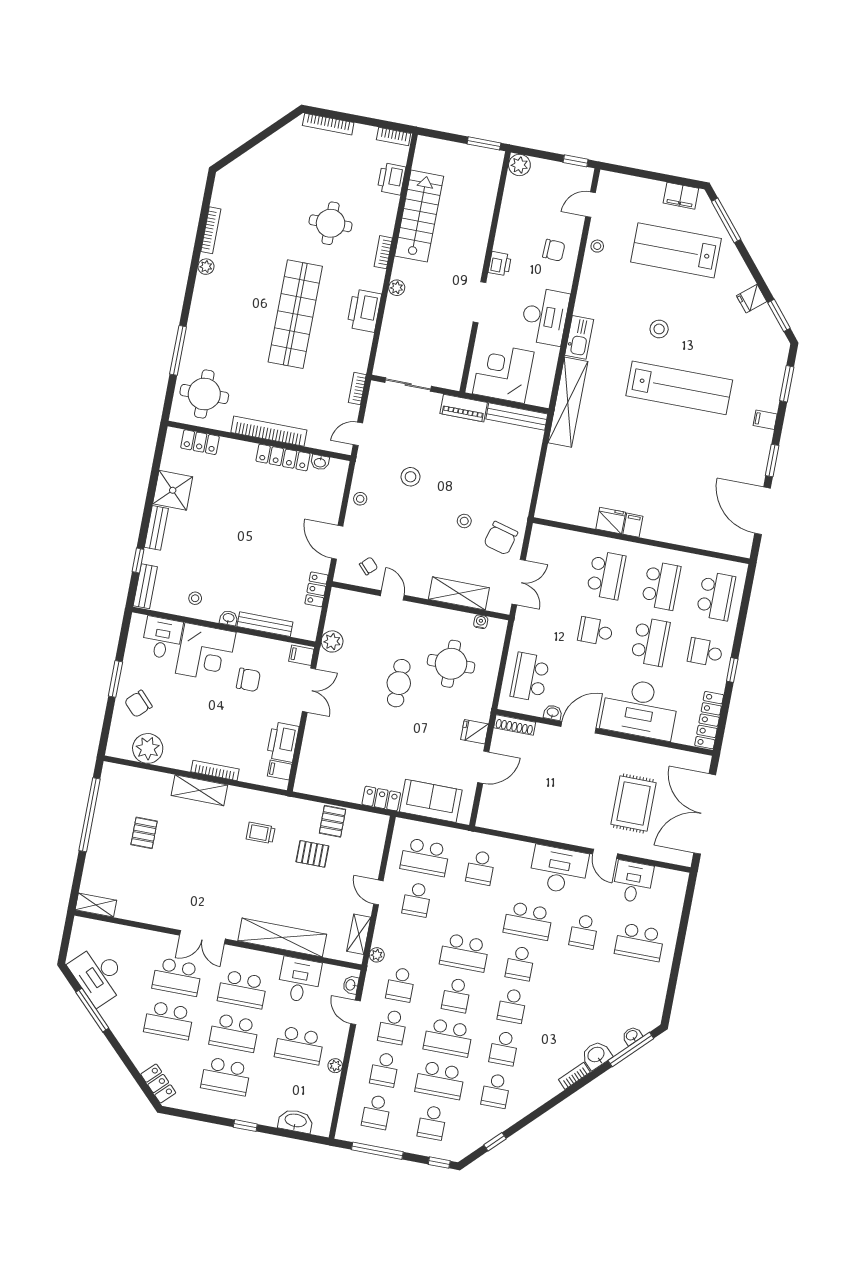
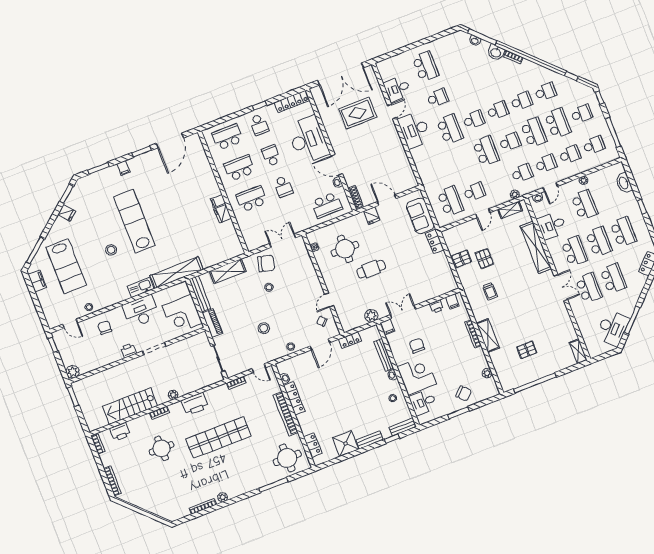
shelving: (459, 593) -> (228, 271), moved, turned 90
school desk: (650, 642) -> (271, 156), width x0.54
printer: (283, 742) -> (436, 306), width x0.53, depth x0.68
plant: (148, 748) -> (487, 373), width x0.53, depth x0.53
school desk: (481, 868) -> (438, 170), removed

